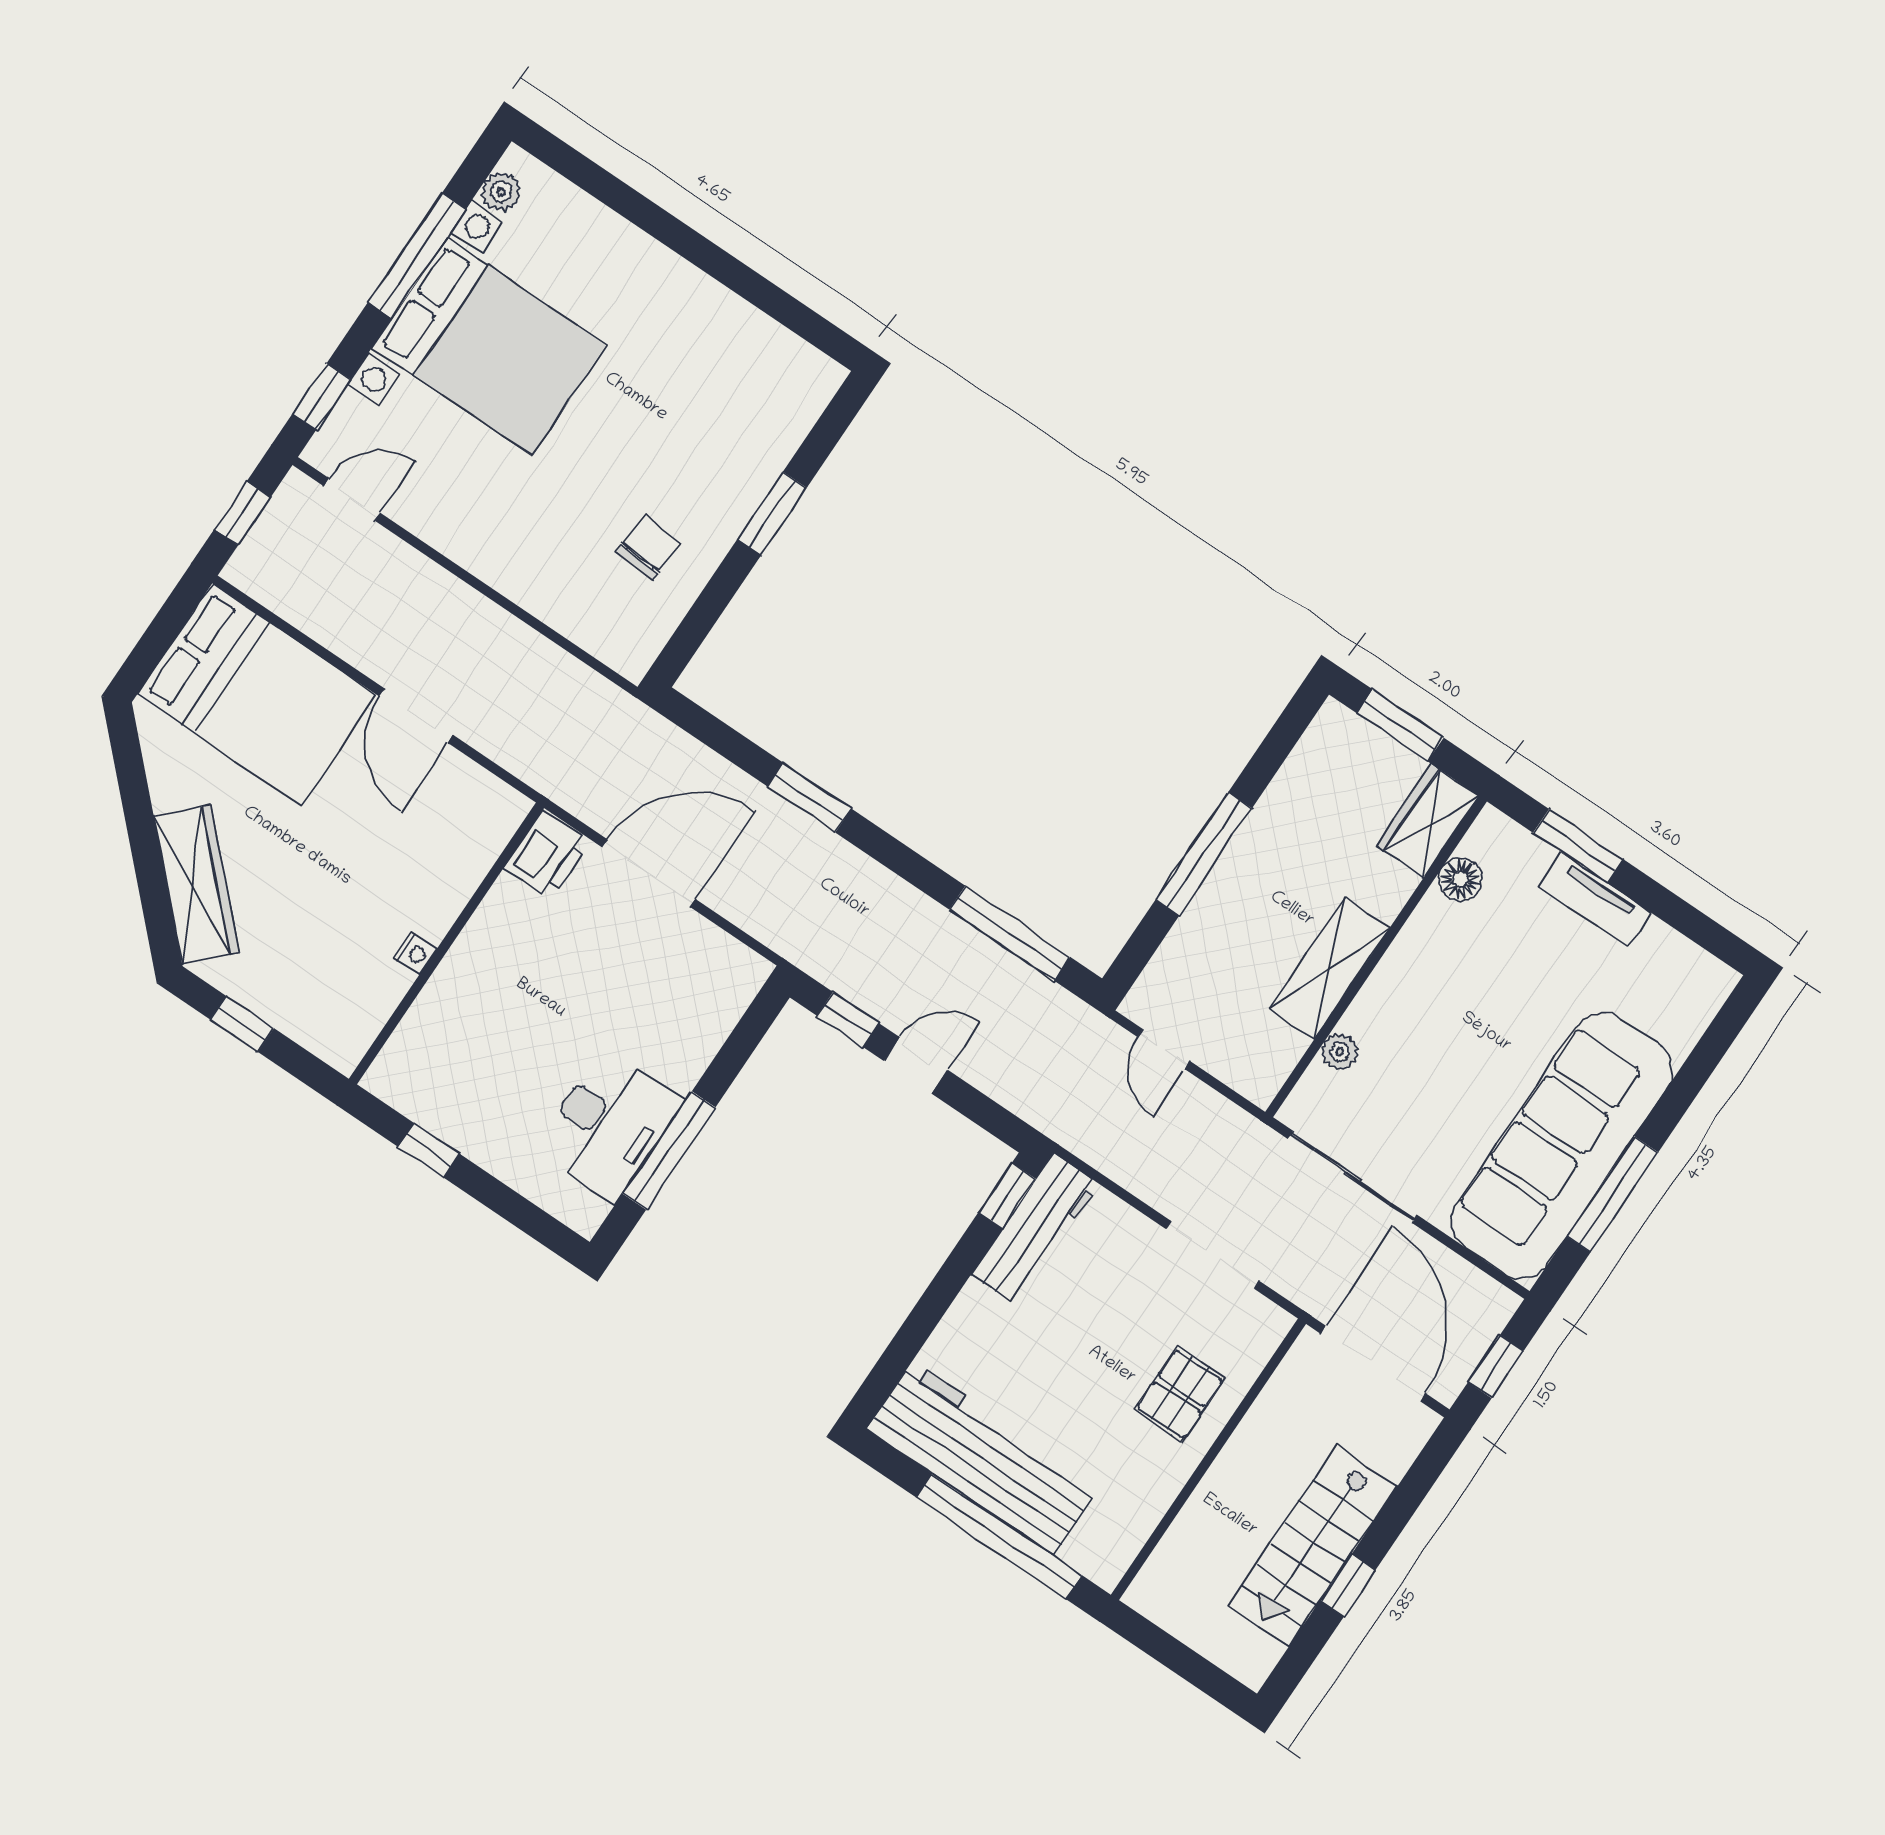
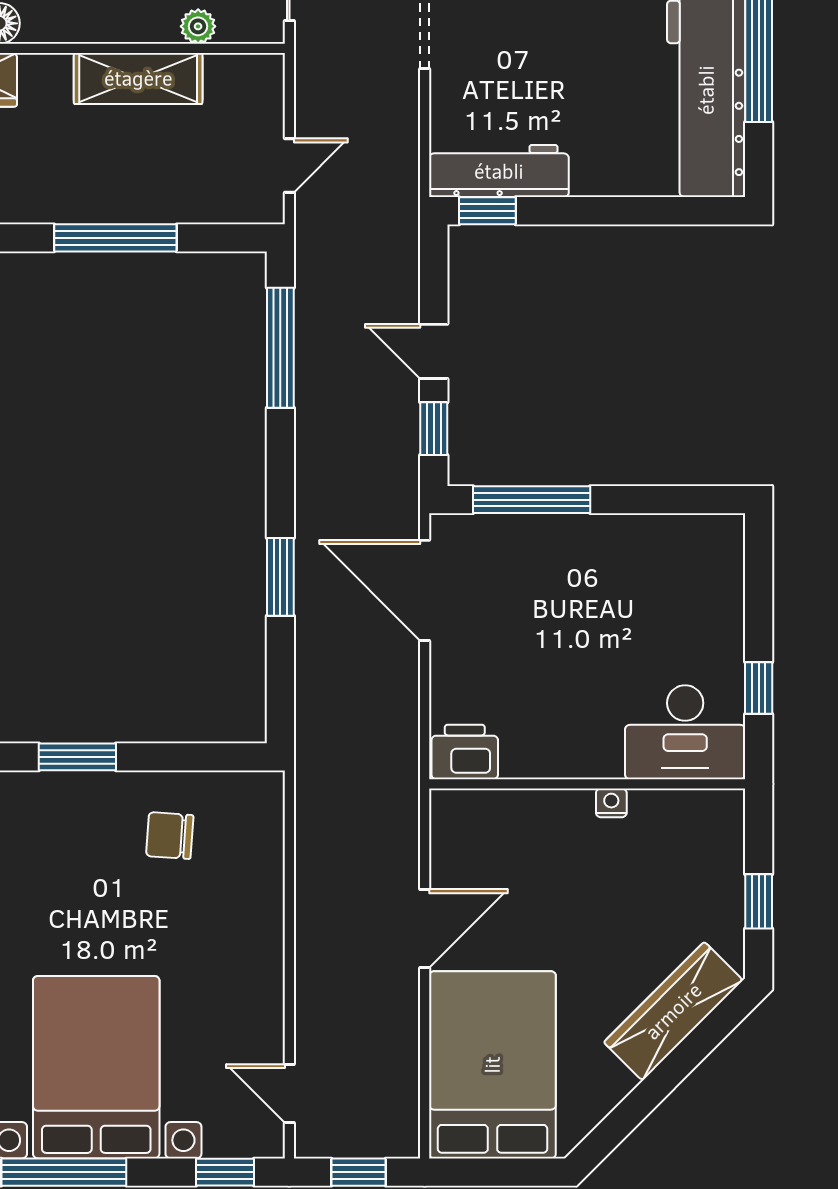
door: (649, 873) -> (425, 590), moved
desk: (609, 1125) -> (685, 732), moved, turned 180
window: (669, 1150) -> (532, 500), moved

